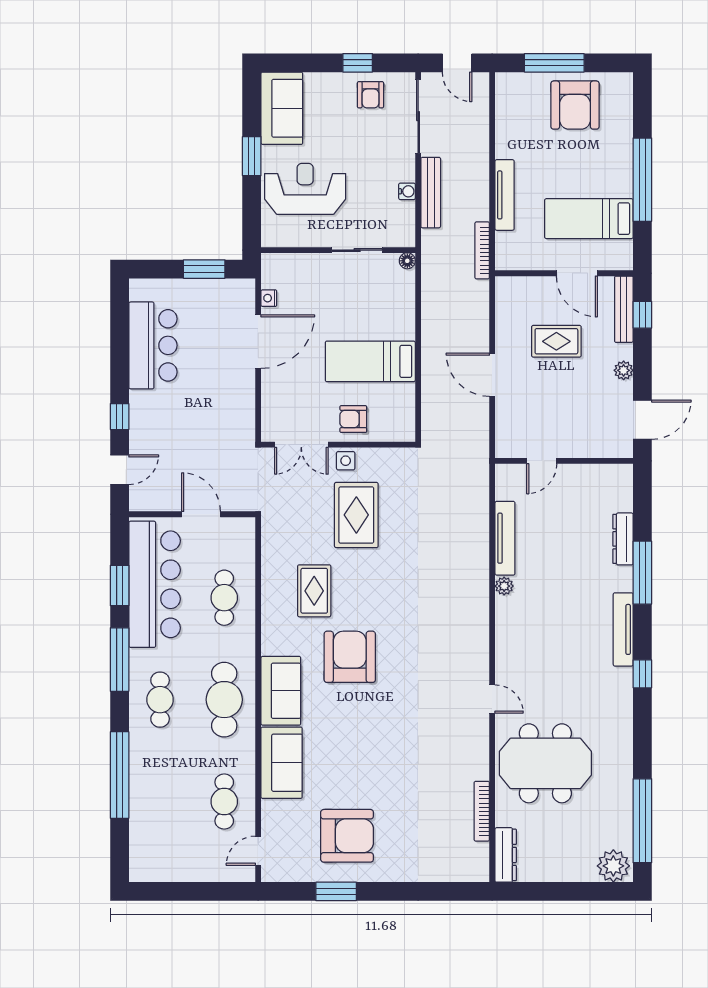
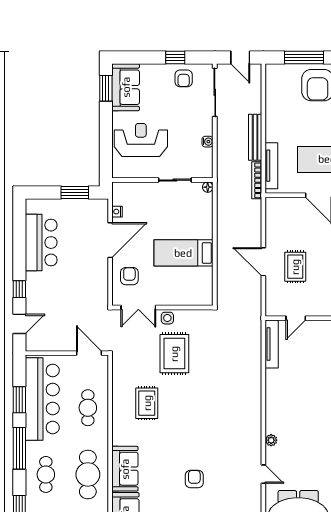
window: (252, 156) -> (106, 88), moved
bench: (431, 193) -> (255, 137), moved
tv unit: (505, 195) -> (271, 166), moved
rug: (556, 341) -> (295, 267), moved, turned 90
armchair: (353, 419) -> (129, 276), moved, turned 90
door: (201, 514) -> (89, 353), moved
tv unit: (505, 538) -> (272, 344), moved
plant: (504, 586) -> (271, 440), moved
armchair: (350, 657) -> (194, 479), moved, width x0.53, depth x0.53

